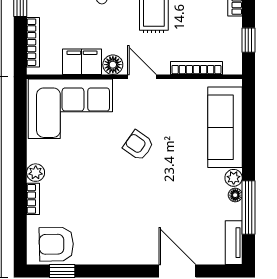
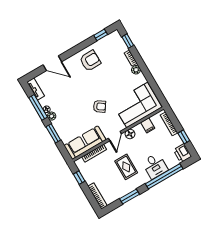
filing cabinet: (82, 62) -> (148, 125), width x0.50
door: (142, 77) -> (115, 136), hinge flipped
sofa: (225, 127) -> (85, 143), moved, turned -90
window: (248, 145) -> (53, 133), added
window: (20, 232) -> (128, 41), added
armchair: (56, 244) -> (90, 61), moved

